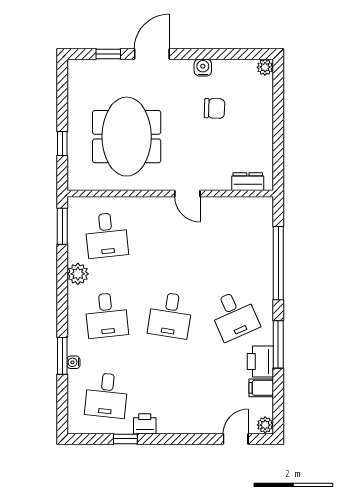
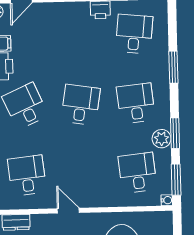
desk: (234, 235) -> (27, 175), added
window: (62, 280) -> (175, 133), added
water cooler: (73, 362) -> (167, 200), moved

